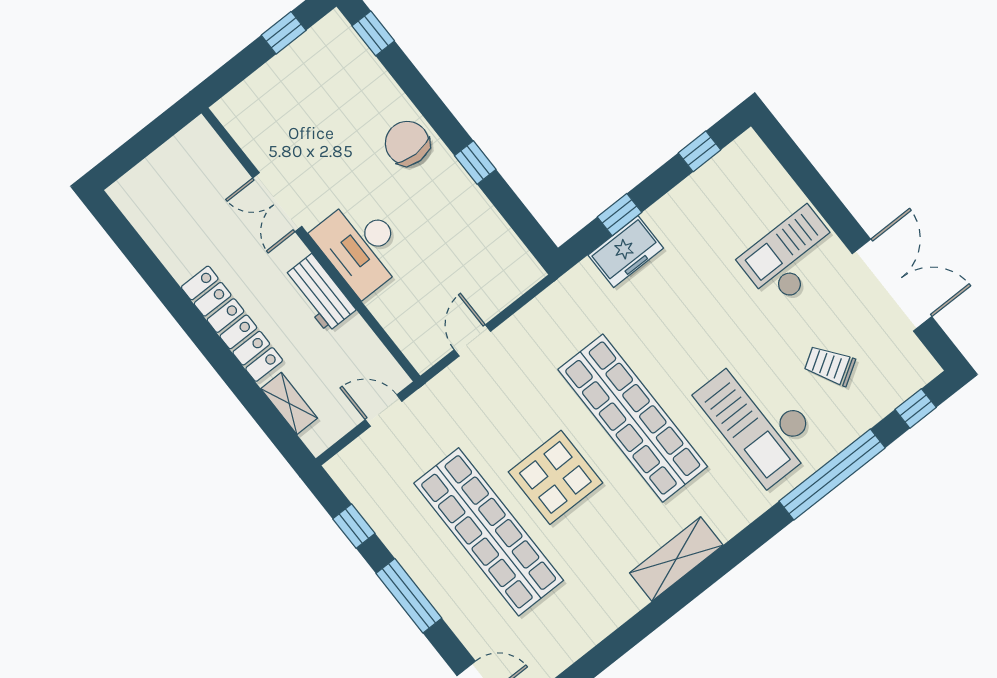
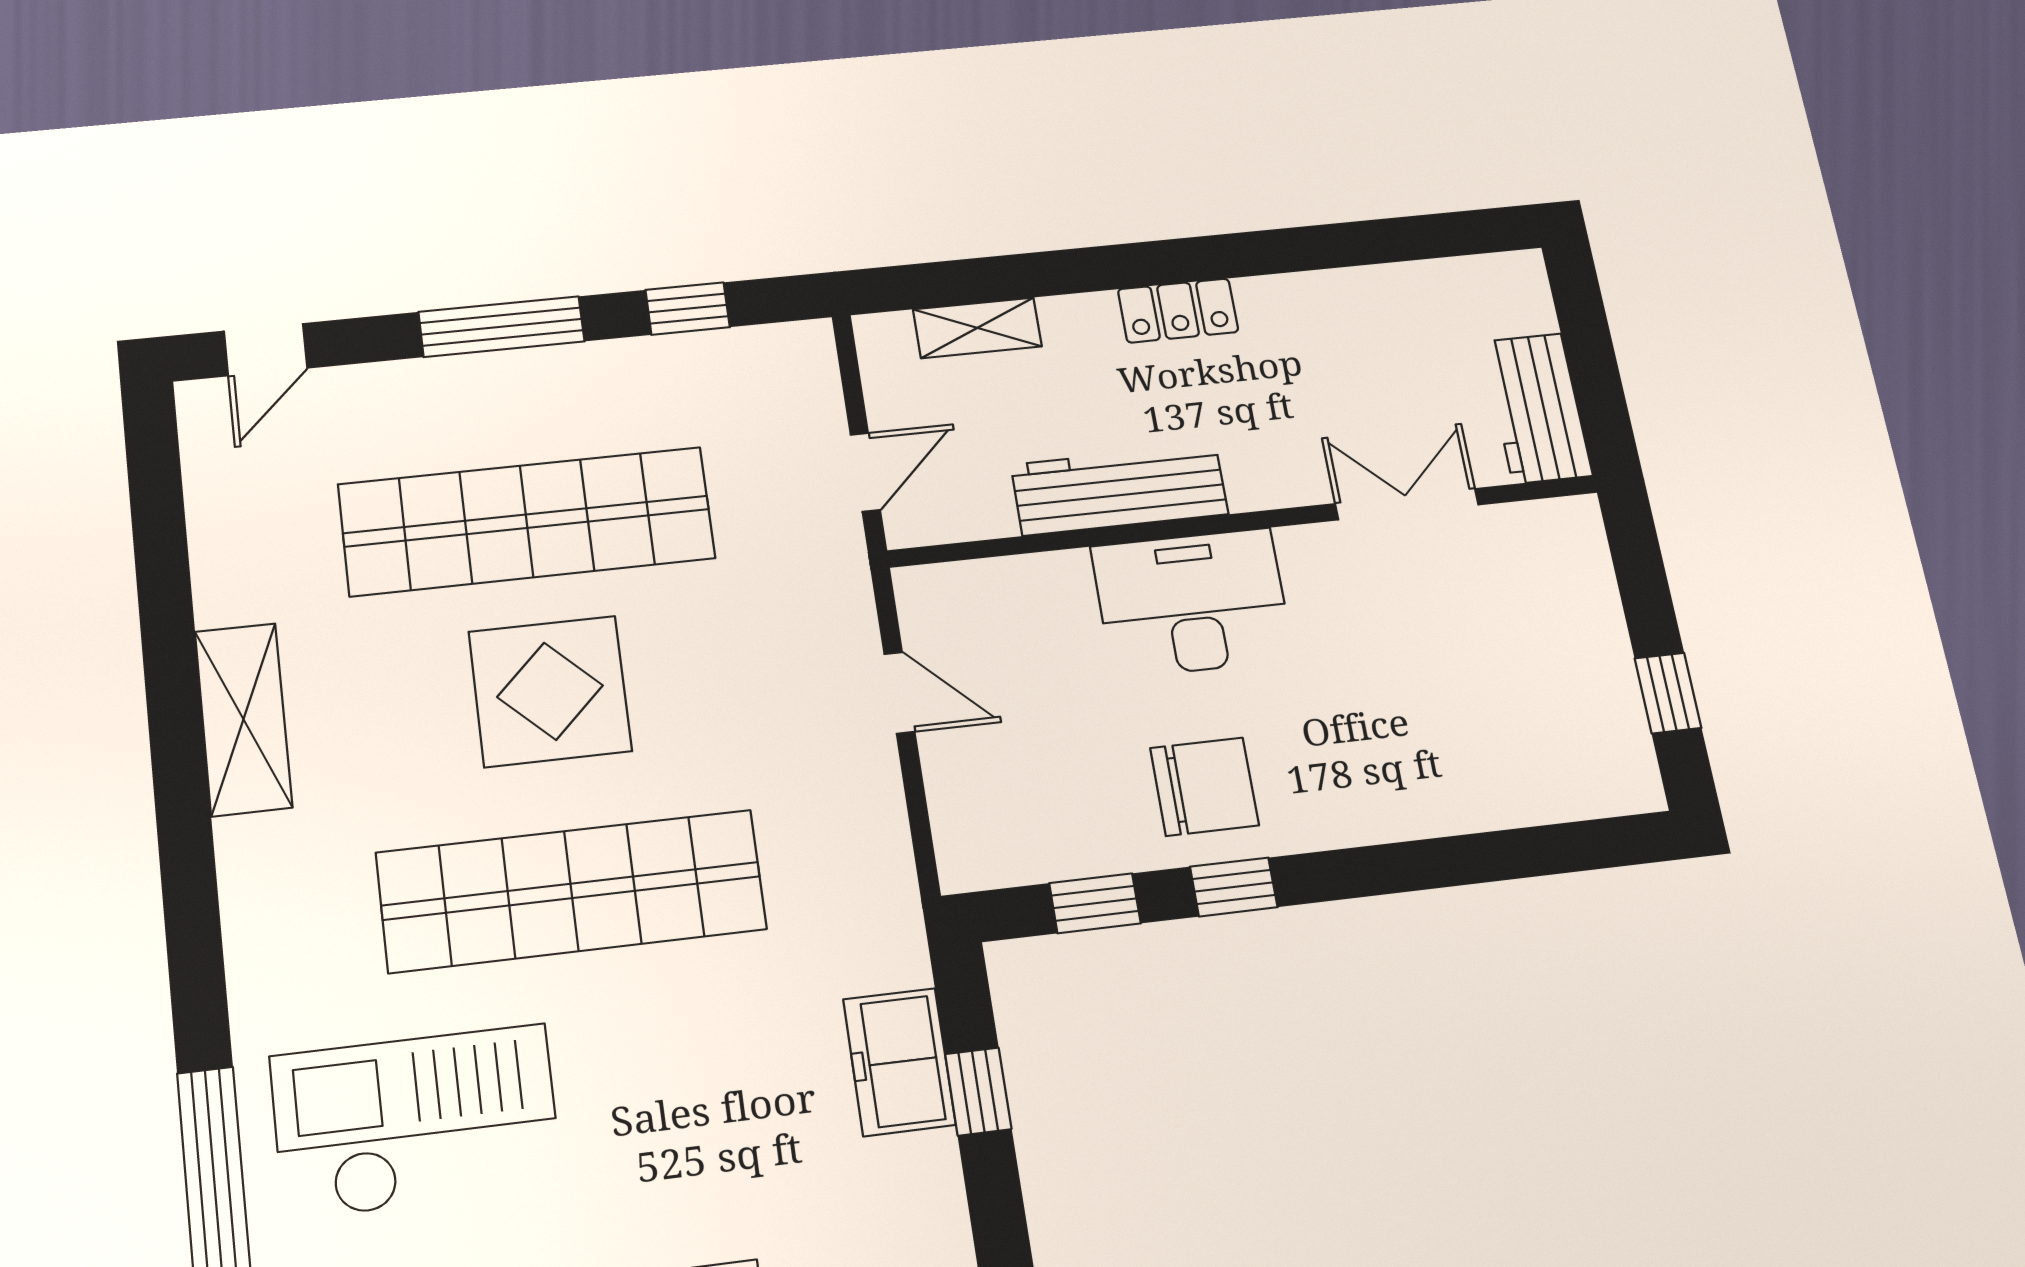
window: (373, 33) -> (1095, 903), moved
chair: (407, 143) -> (1204, 787), moved
workbench: (183, 153) -> (1537, 408), added
double door: (277, 202) -> (1407, 504), moved
workbench: (319, 293) -> (1120, 489), width x1.38
locker: (232, 324) -> (1178, 311), width x0.46, depth x0.83
shelving: (676, 559) -> (243, 719), moved

